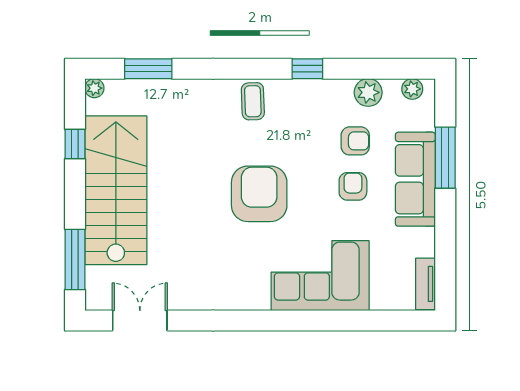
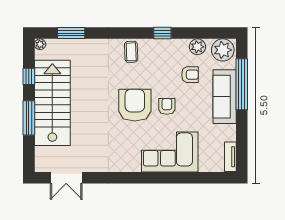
plant: (412, 89) -> (223, 50), width x1.87, depth x1.87
window: (445, 158) -> (242, 84), width x1.46
armchair: (353, 186) -> (167, 106), moved
window: (75, 259) -> (29, 118), moved
double door: (140, 320) -> (66, 178), swing flipped

